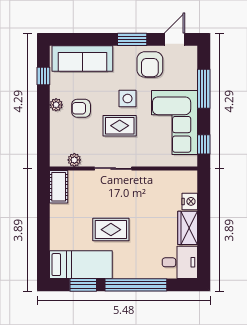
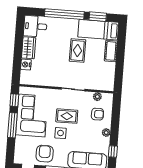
window: (204, 89) -> (12, 125), moved
armchair: (81, 108) -> (97, 114), moved
cot: (59, 187) -> (111, 51), moved
rug: (111, 230) -> (77, 51), turned 90

